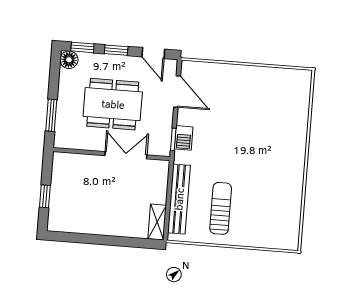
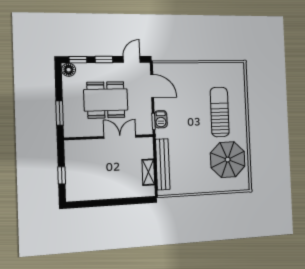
door: (153, 53) -> (132, 59), swing flipped
parasol: (271, 204) -> (228, 160), added
sun lounger: (221, 208) -> (220, 112), moved, width x1.36, depth x1.34
shelving: (157, 222) -> (148, 172), moved

